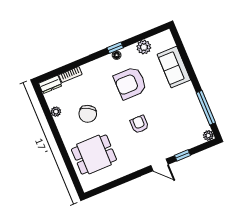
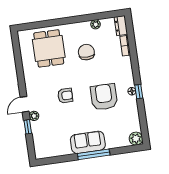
plant: (144, 47) -> (136, 139), moved
sofa: (174, 67) -> (88, 142), moved
window: (206, 108) -> (94, 154), moved
chair: (88, 114) -> (86, 52), turned 61
plant: (208, 136) -> (34, 116), moved

